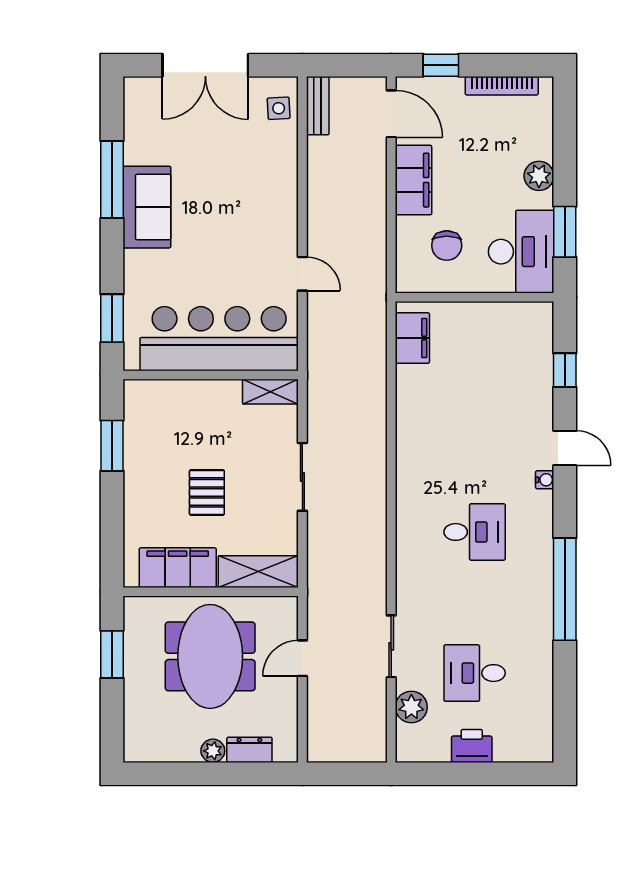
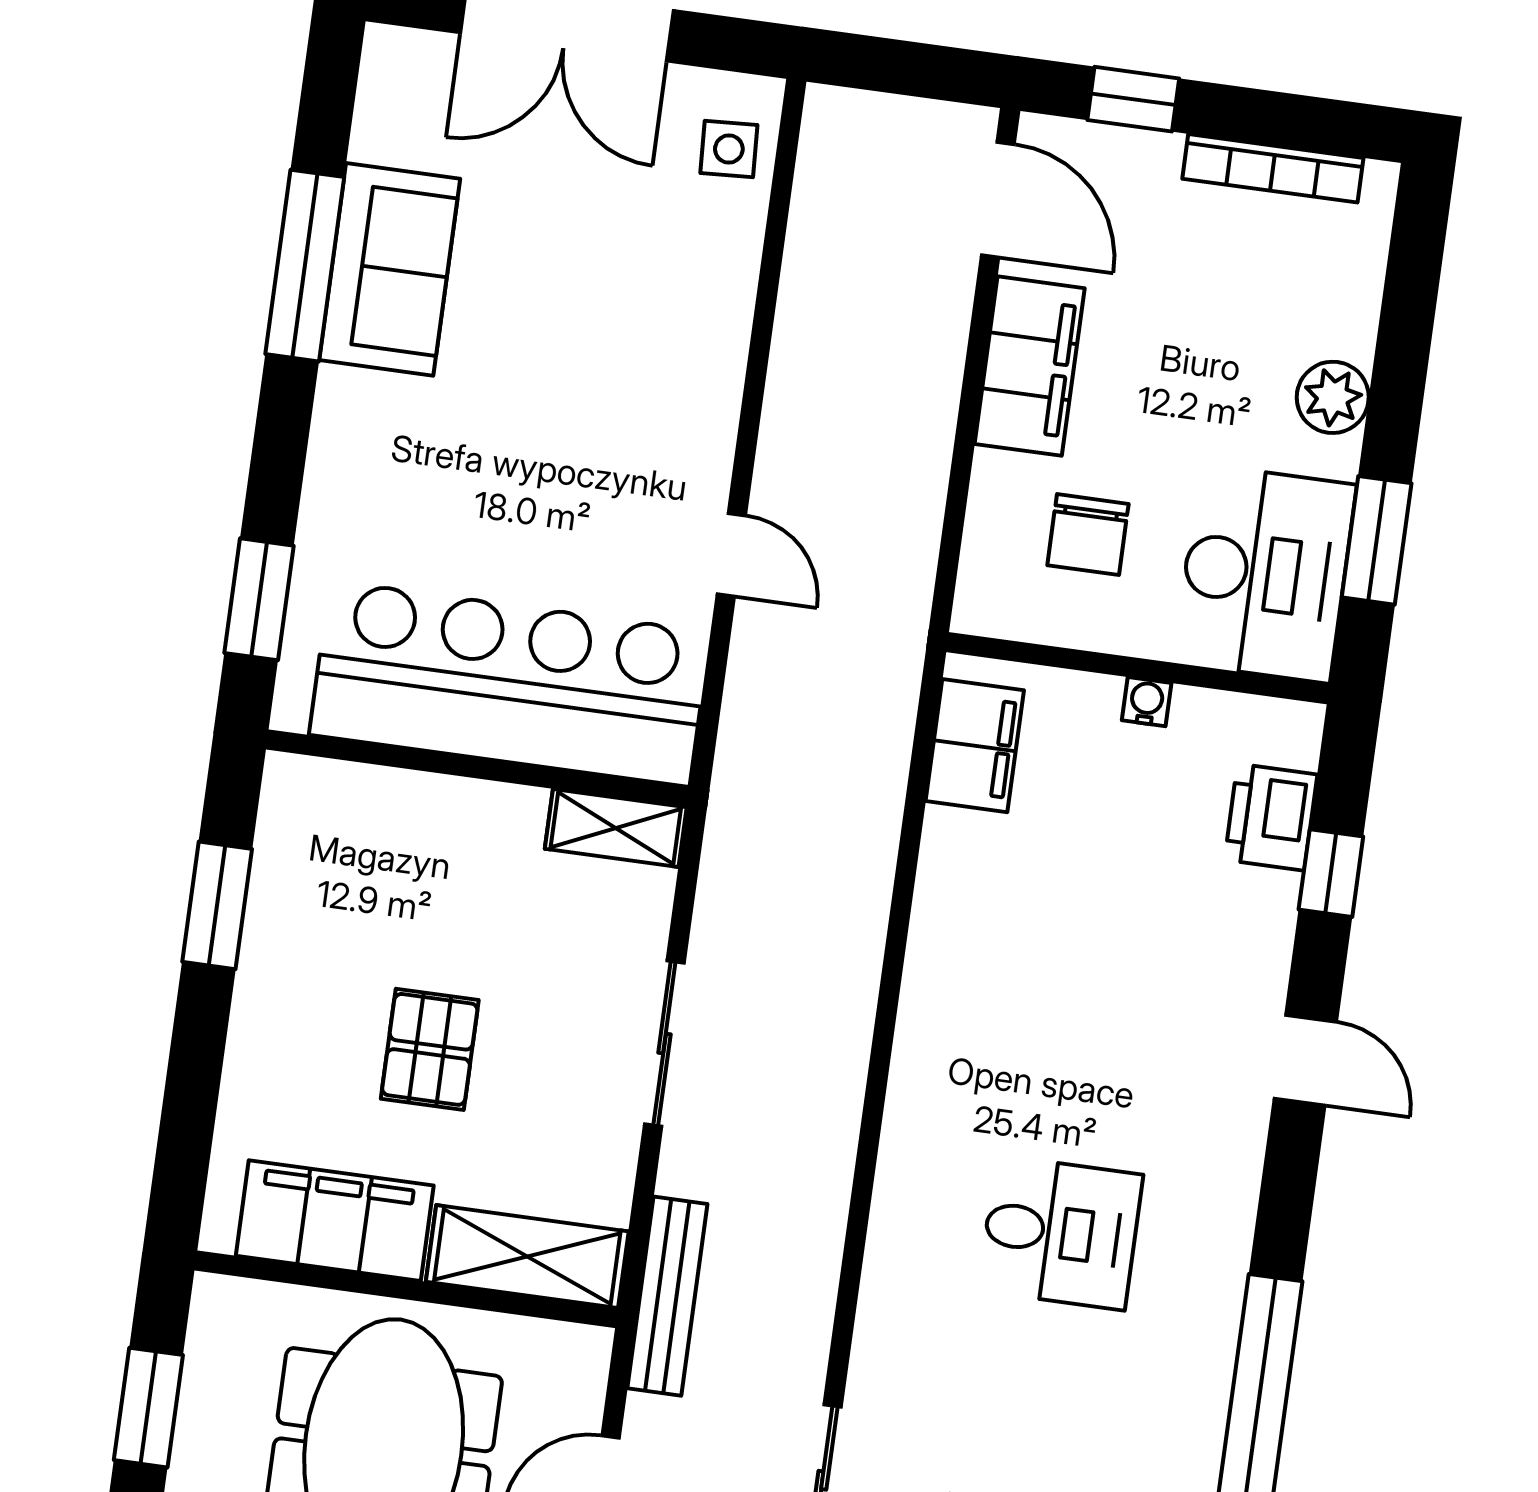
bench: (318, 106) -> (667, 1296), moved, width x1.36
sofa: (147, 207) -> (390, 269), moved
printer: (537, 351) -> (1271, 817), added
water cooler: (545, 480) -> (1147, 702), moved, turned -90

